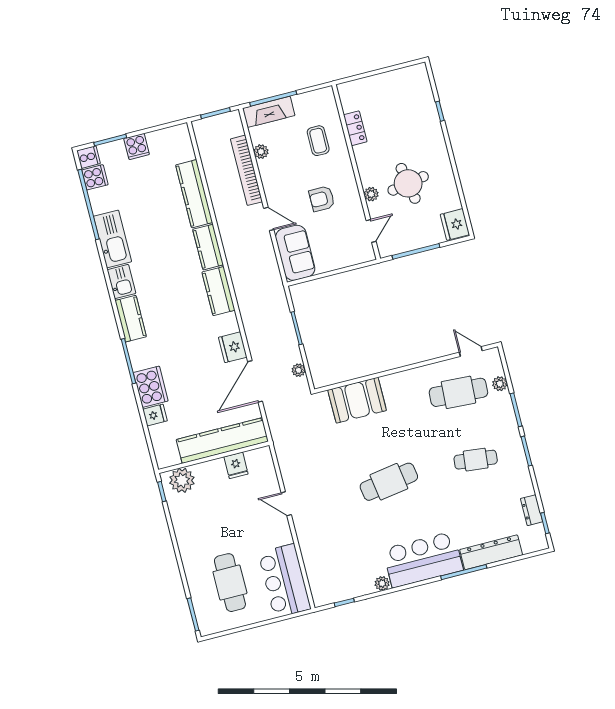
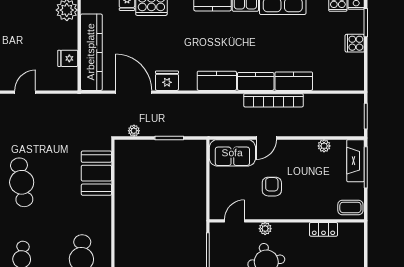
coffee table: (318, 141) -> (350, 207), moved
bookcase: (246, 170) -> (273, 100), moved, turned 180
kitchen counter: (194, 194) -> (294, 81), width x0.67
door: (371, 231) -> (235, 221), swing flipped

